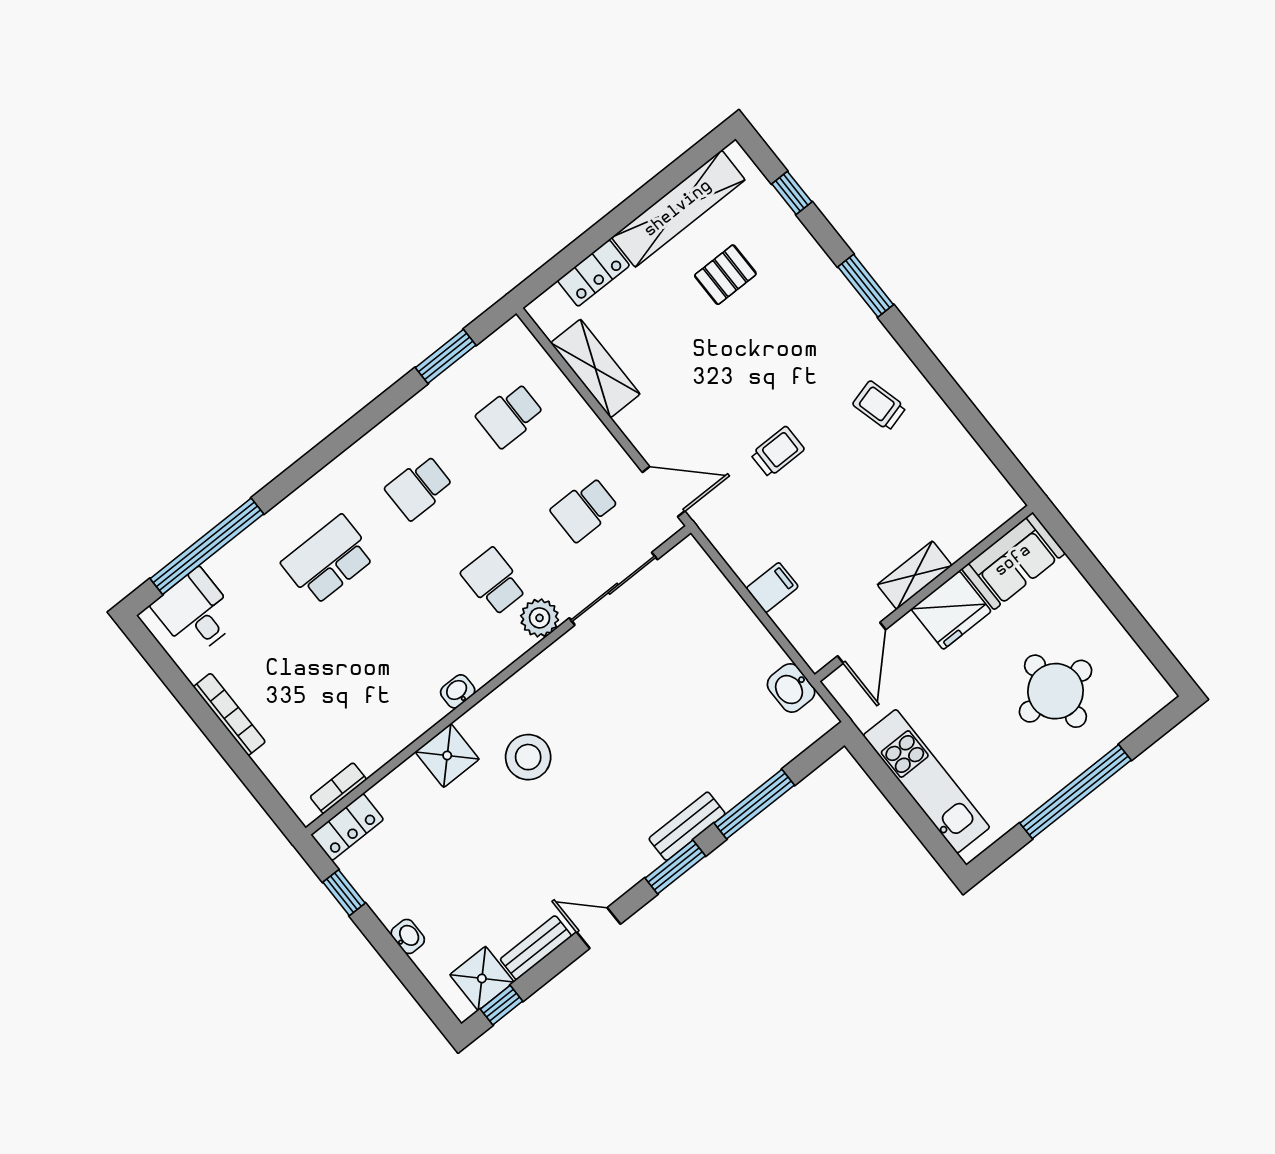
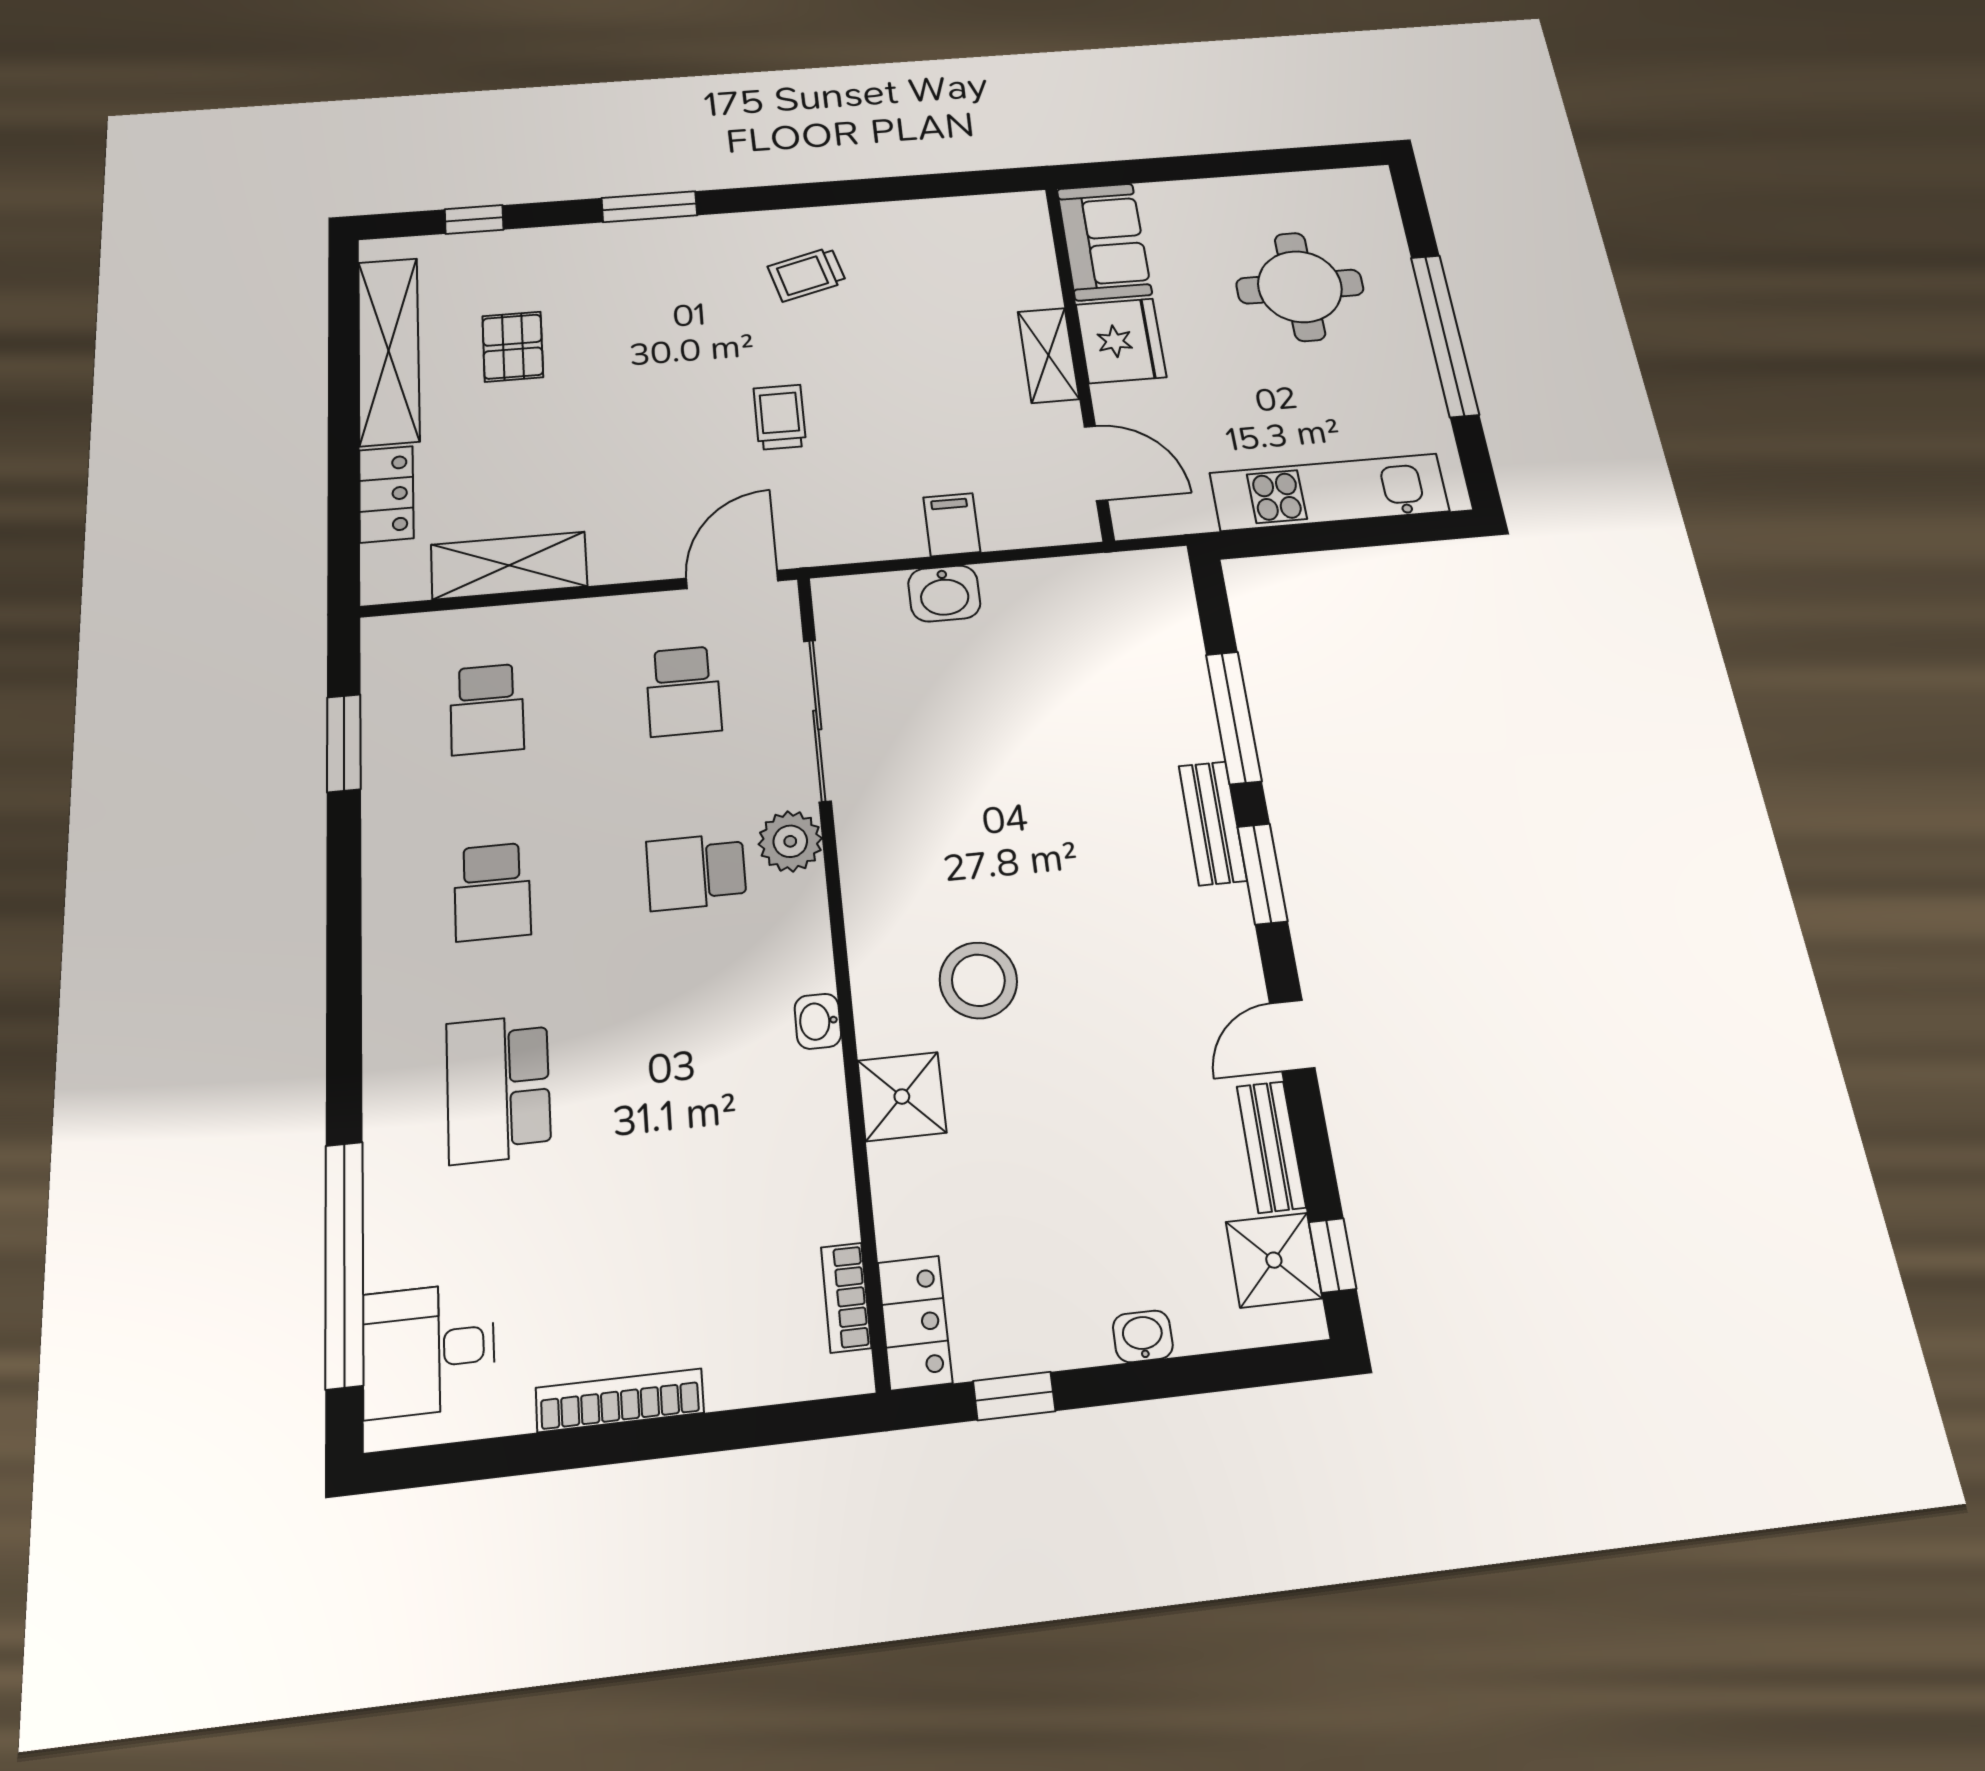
washbasin: (791, 688) -> (944, 593), moved

